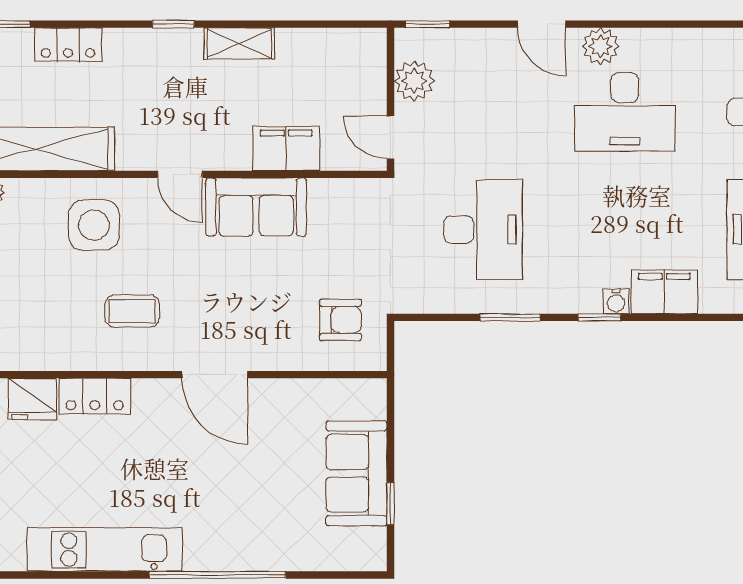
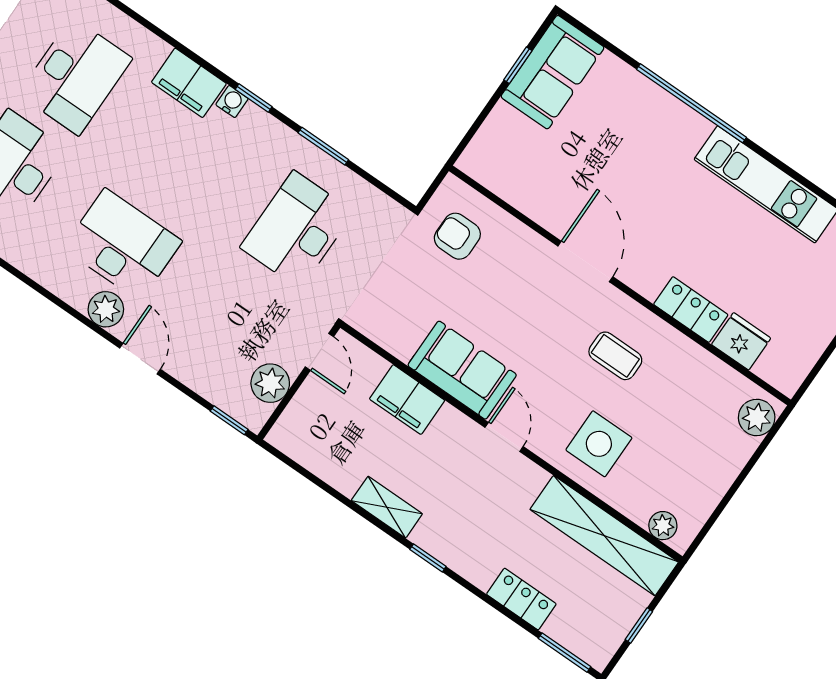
sofa: (356, 473) -> (553, 72), moved

